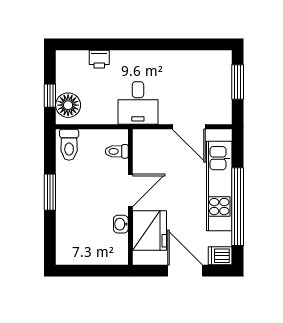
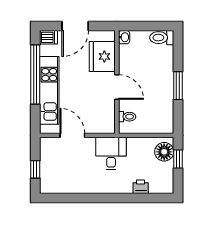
window: (238, 82) -> (35, 169), width x0.67
toilet: (69, 145) -> (162, 38), moved, turned -90
door: (130, 190) -> (117, 87), swing flipped
washbasin: (121, 224) -> (124, 37), moved
door: (185, 271) -> (75, 26), hinge flipped

